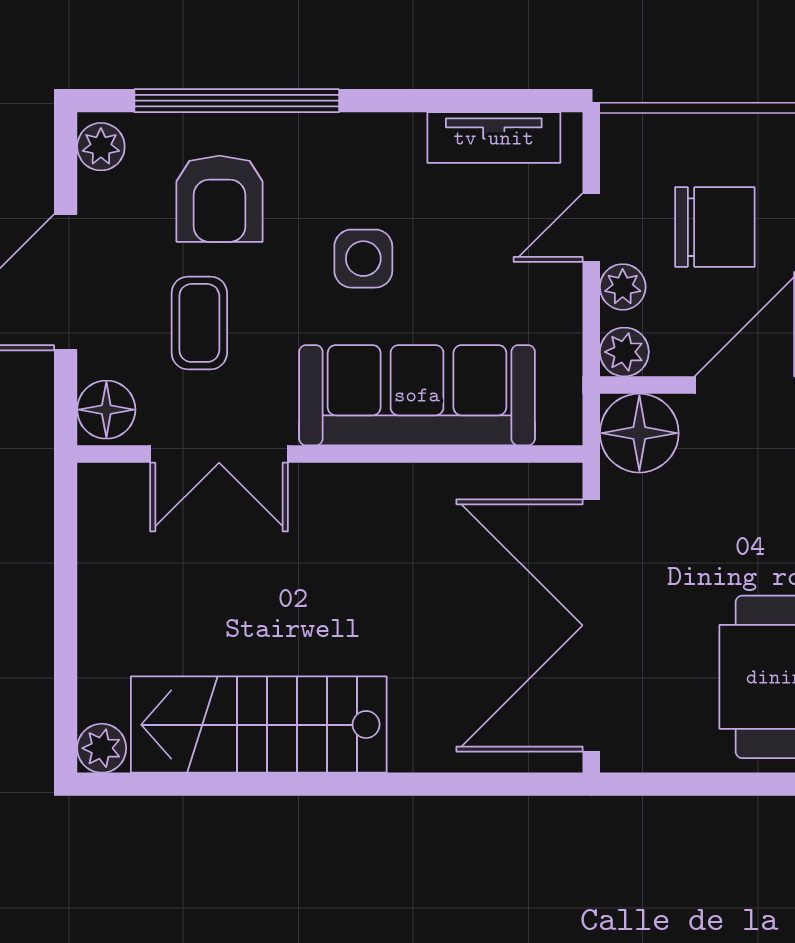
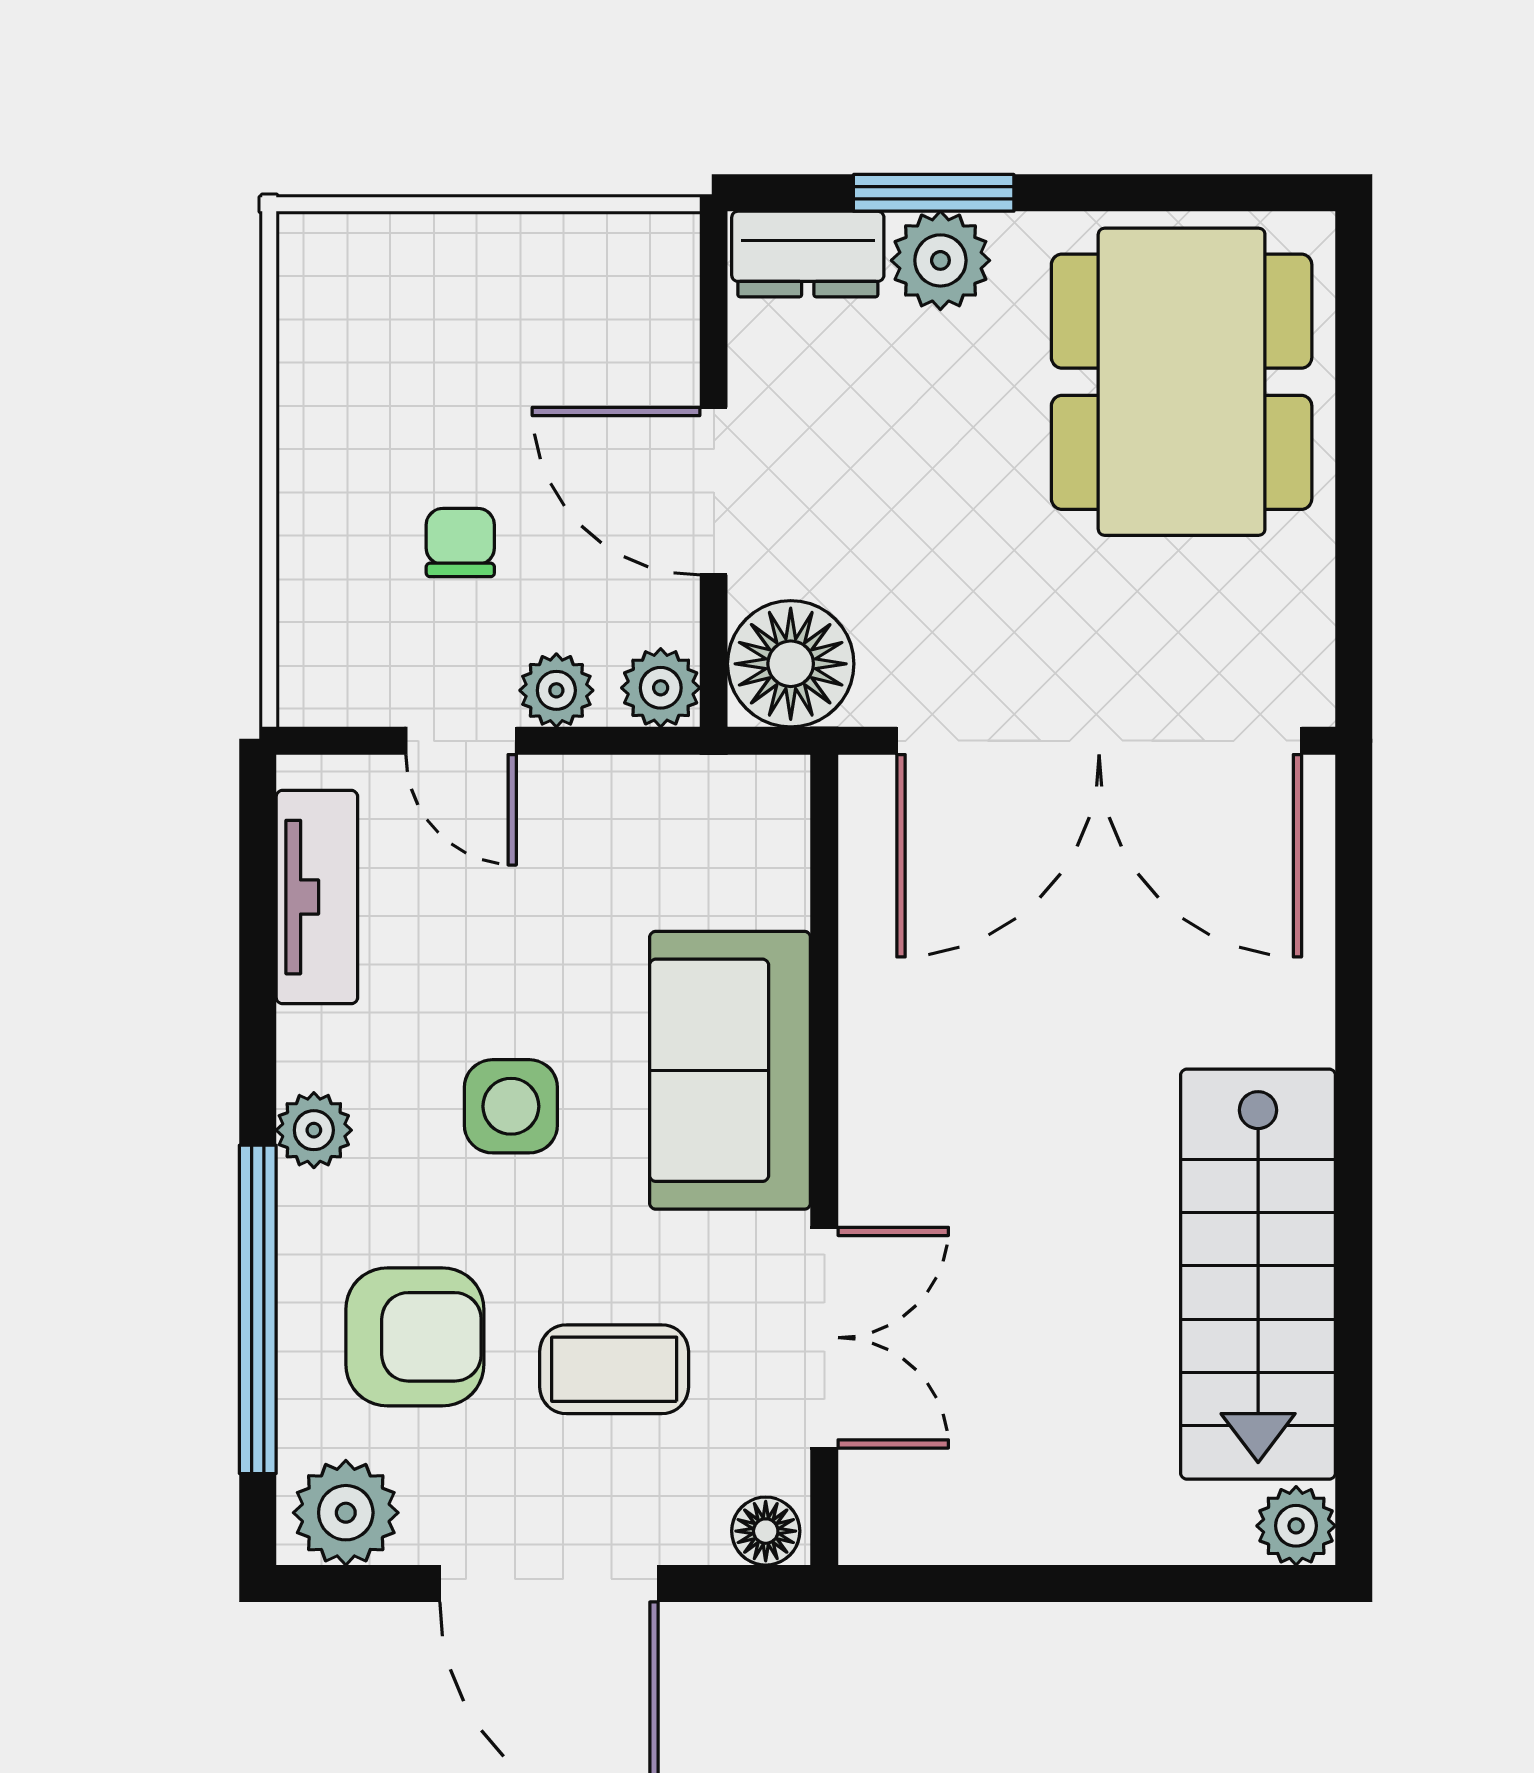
plant: (348, 136) -> (314, 1130), added
plant: (101, 147) -> (346, 1513), width x1.38, depth x1.38
chair: (715, 227) -> (460, 543), width x0.54, depth x0.54
sofa: (417, 395) -> (730, 1070), width x0.73
floor lamp: (106, 410) -> (766, 1531), width x0.73, depth x0.73

